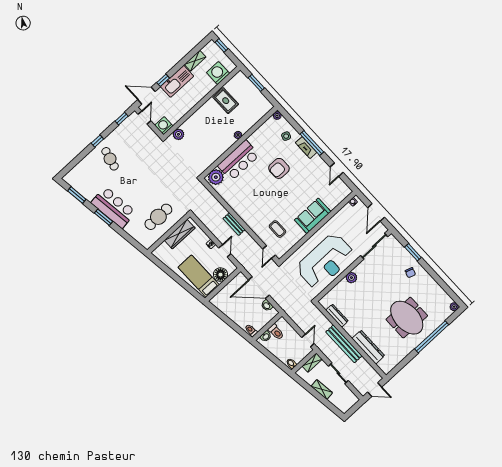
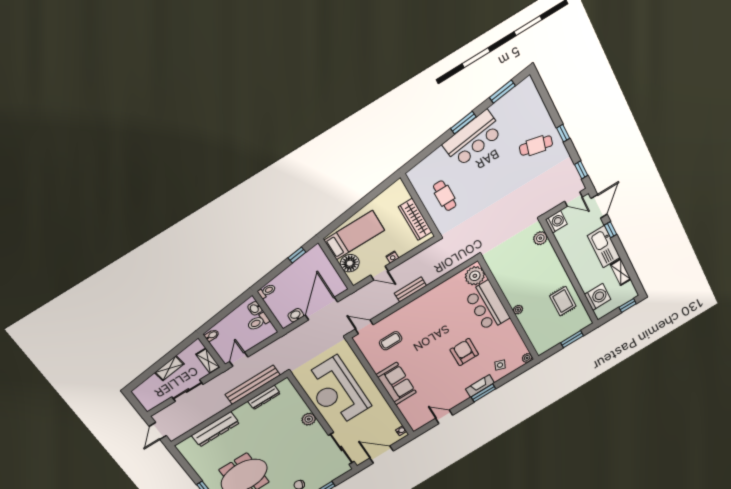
rug: (226, 101) -> (563, 301), turned 90
window: (312, 143) -> (483, 393), width x0.69
cafe table: (158, 217) -> (445, 196), width x0.73, depth x0.74
window: (220, 314) -> (297, 255), added
door: (308, 340) -> (239, 359), swing flipped
bench: (344, 344) -> (253, 385), moved

